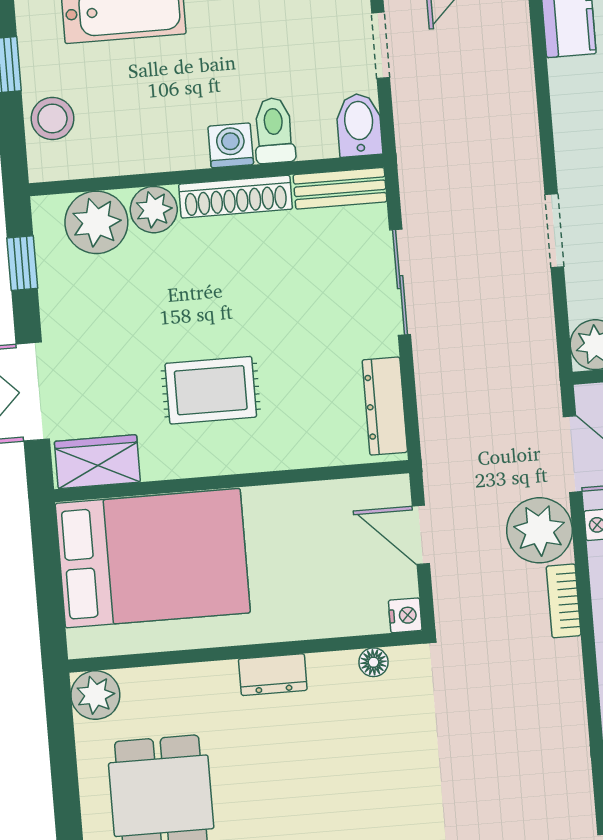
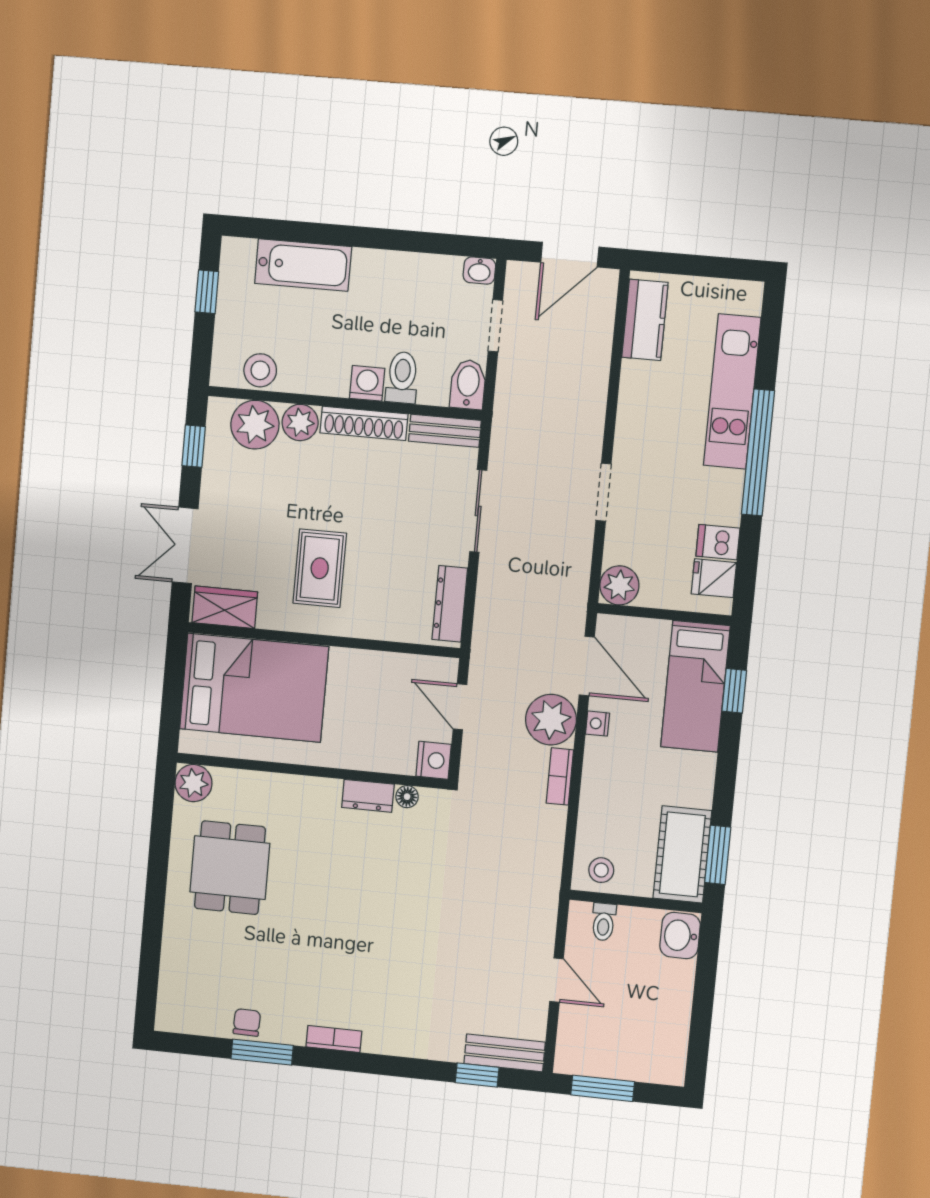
stool: (52, 118) -> (260, 370), moved
rug: (211, 390) -> (320, 568), turned 90
nightstand: (405, 615) -> (434, 760), width x1.39, depth x1.35
dresser: (273, 675) -> (368, 796), moved

